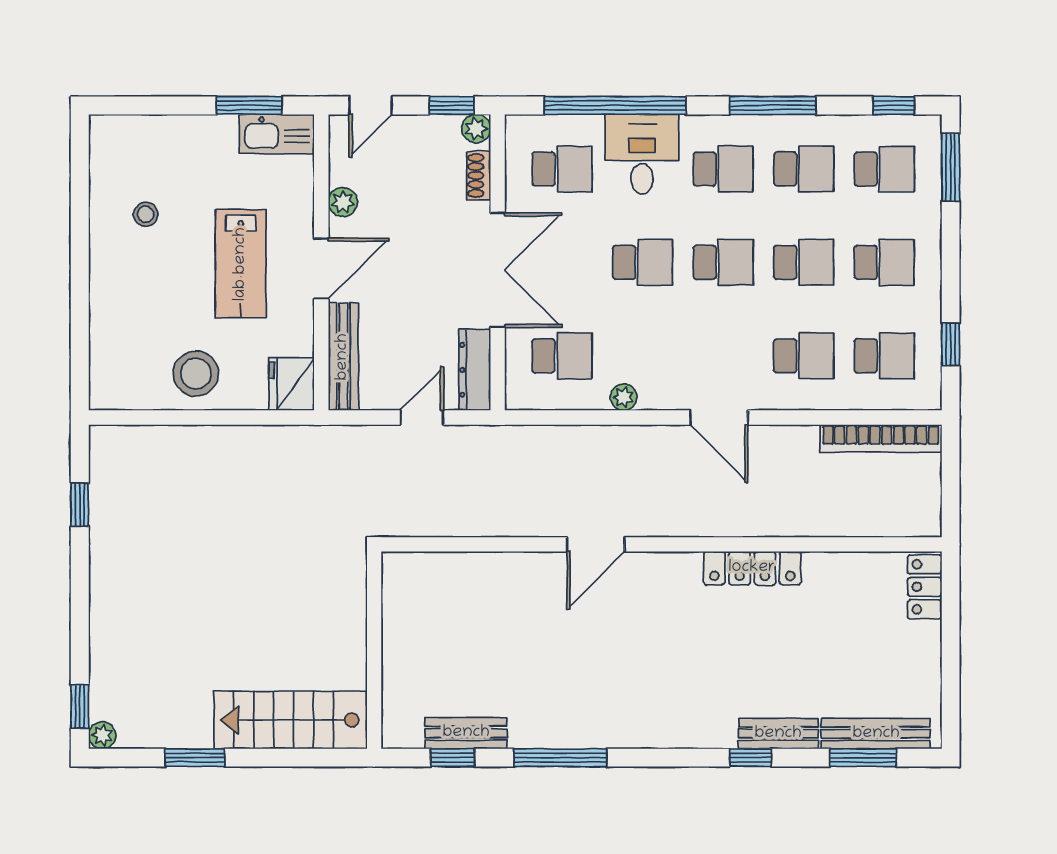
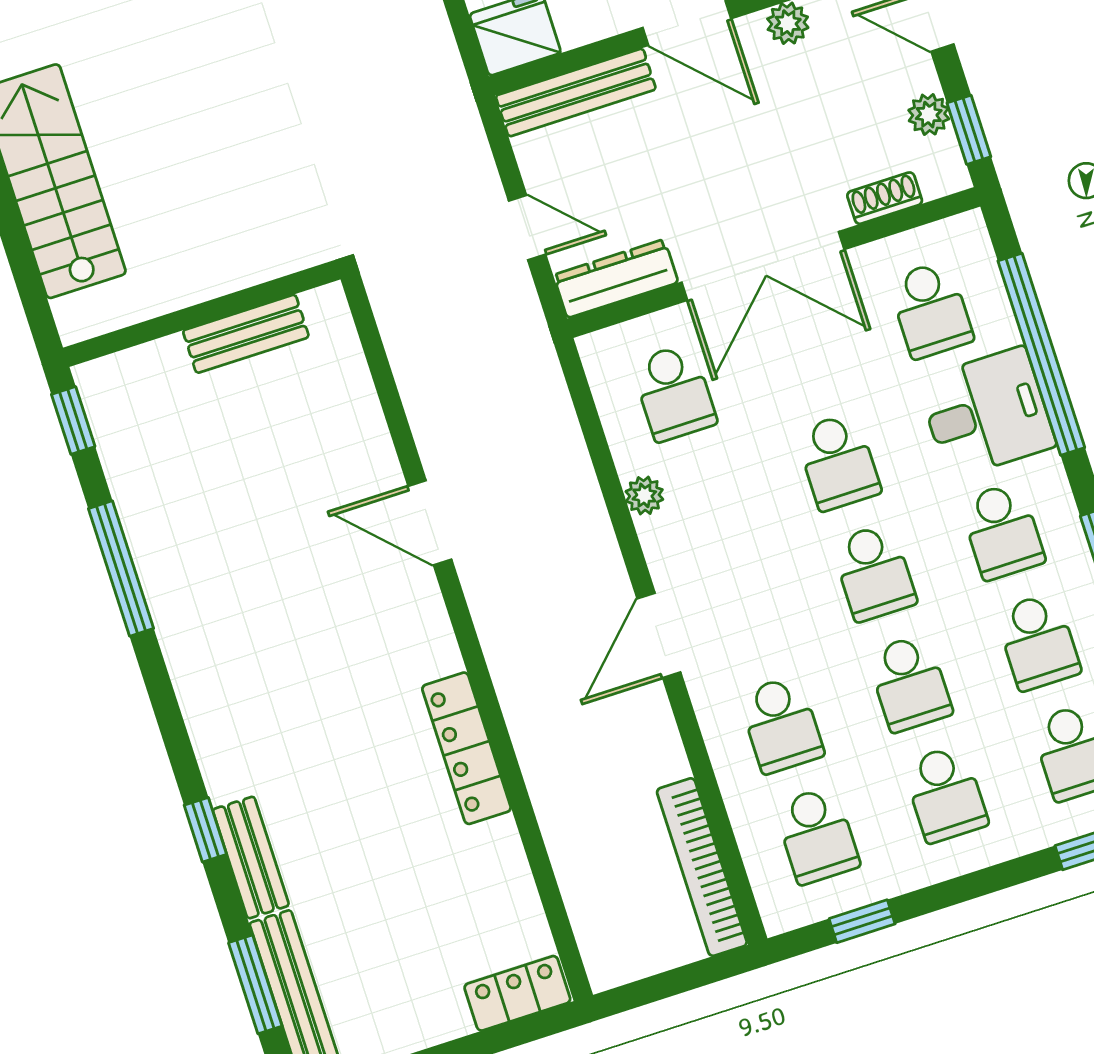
plant: (476, 129) -> (929, 115), moved
wall: (374, 650) -> (202, 314), moved
bench: (466, 733) -> (246, 334), moved, turned 90

